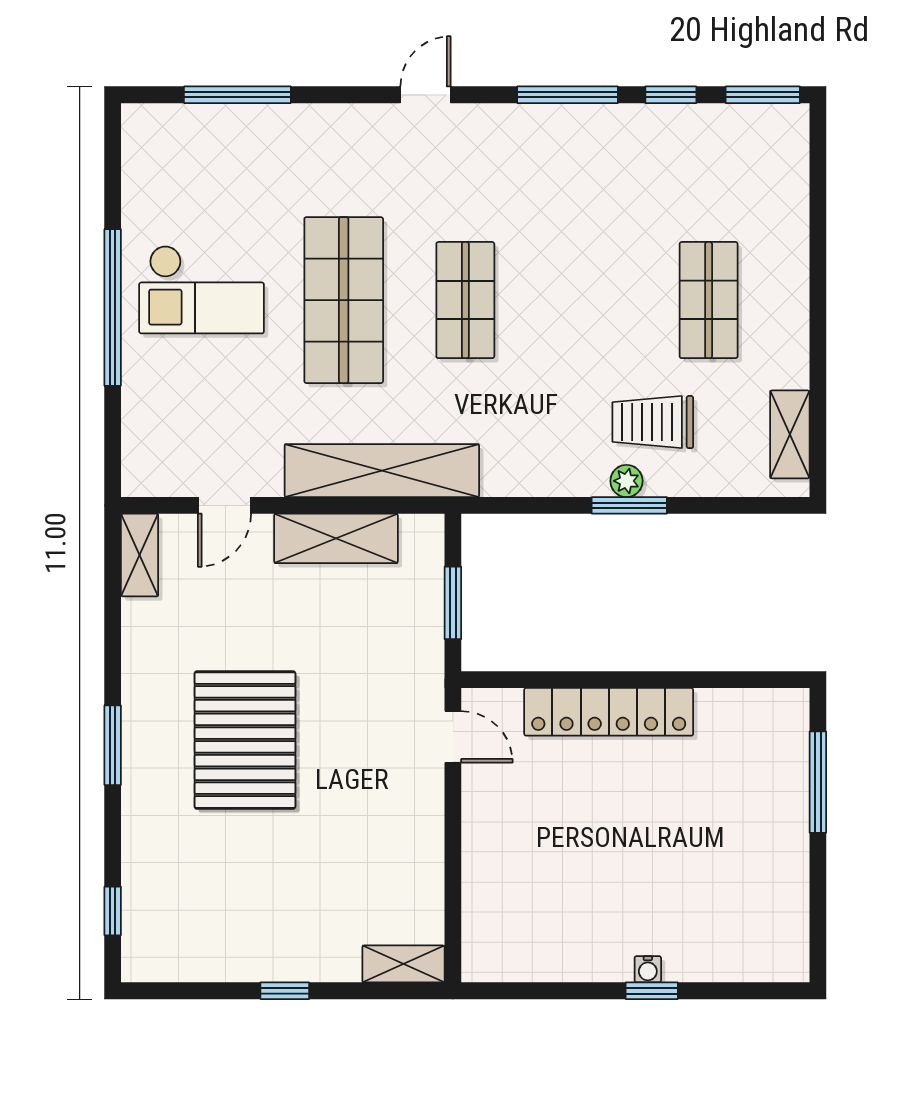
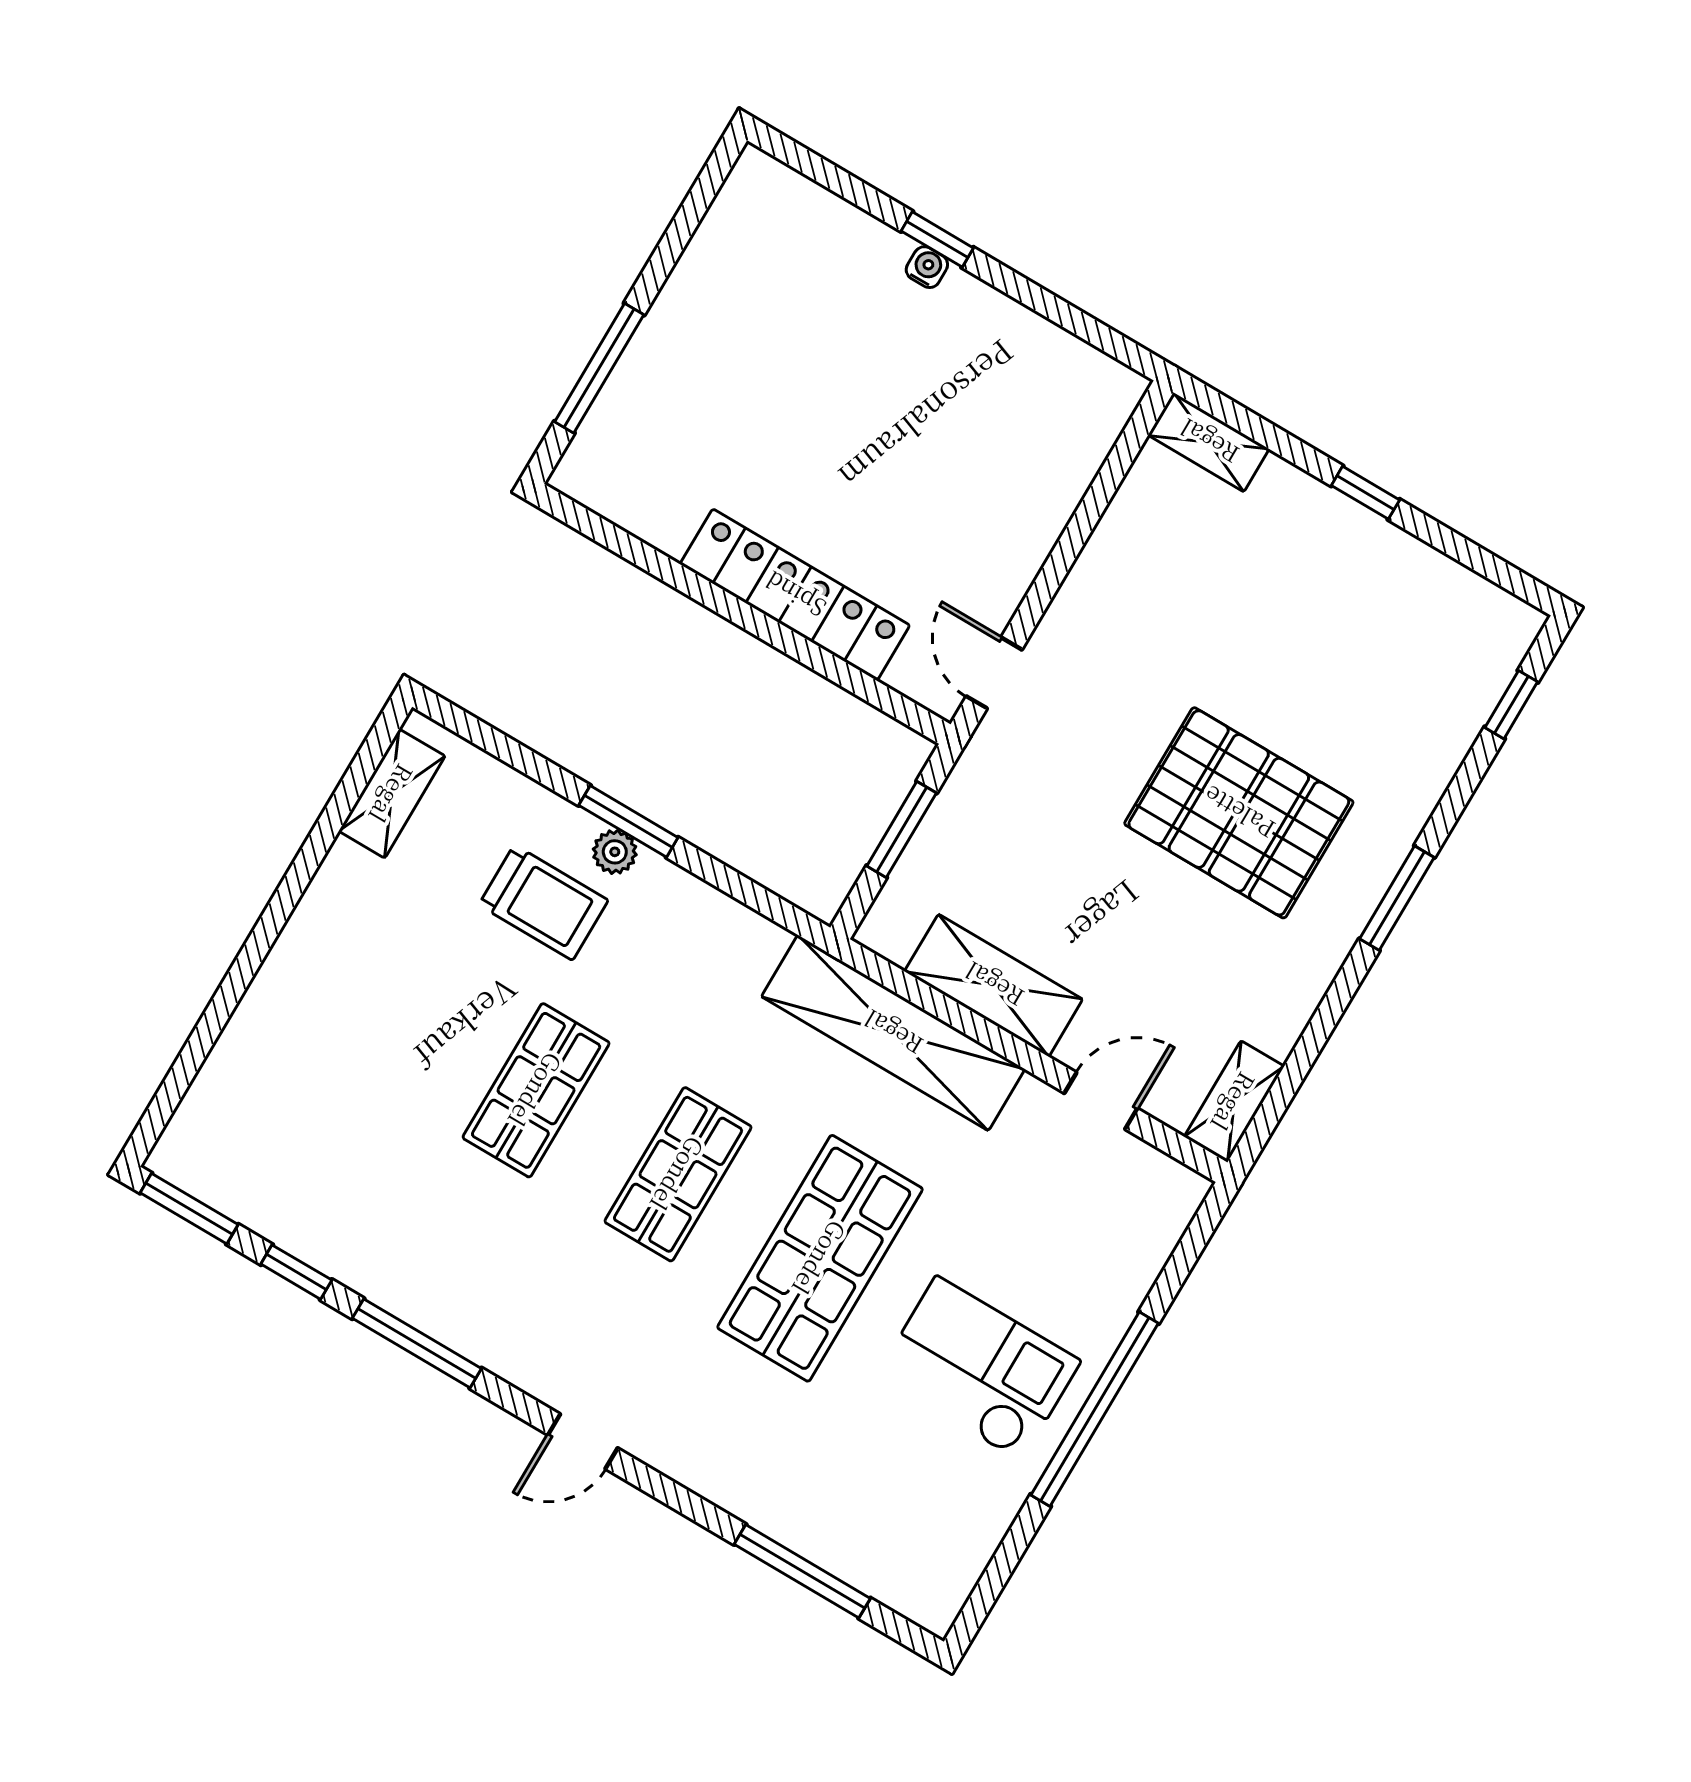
shop shelf: (709, 300) -> (536, 1090), moved
pallet: (245, 740) -> (1239, 813), turned 90

